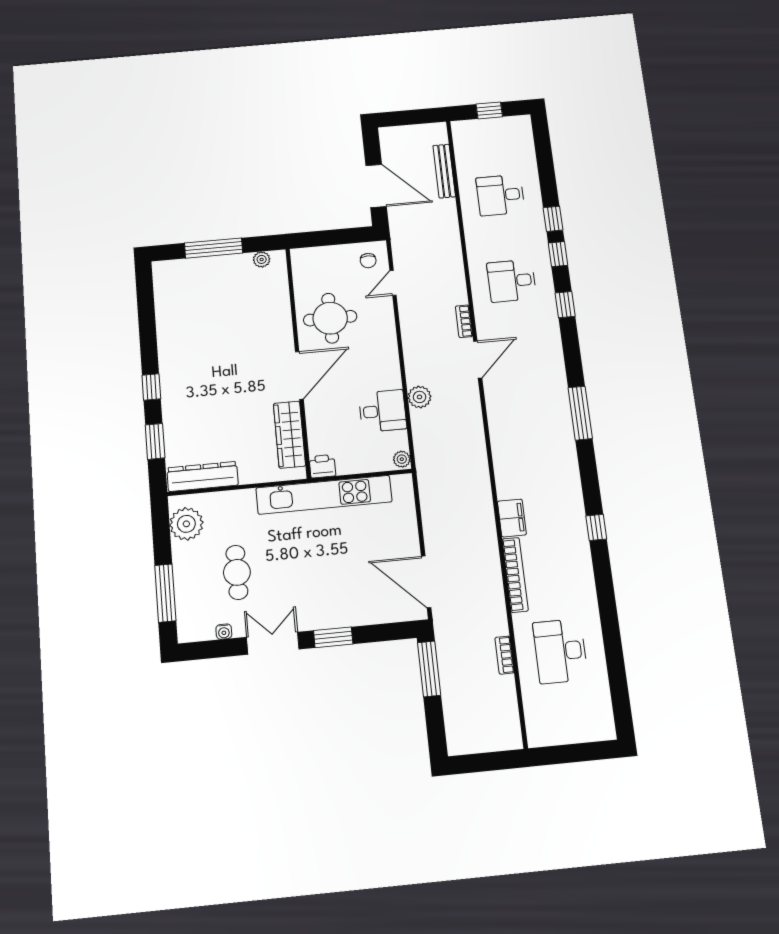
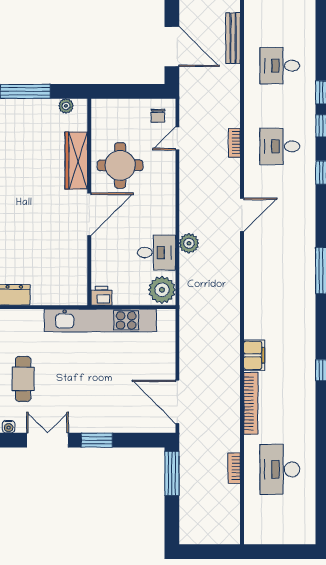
bookcase: (464, 321) -> (234, 143), moved
wardrobe: (289, 435) -> (76, 161), moved
plant: (402, 459) -> (162, 290), width x1.87, depth x1.87

